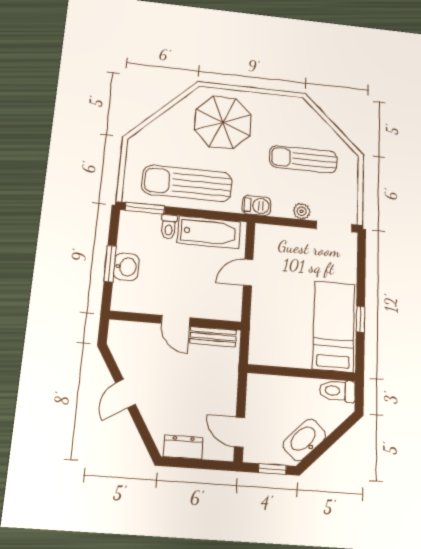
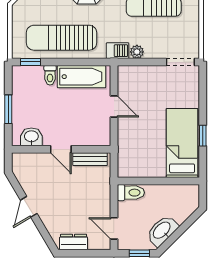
window: (145, 208) -> (30, 62), width x0.67
plant: (302, 211) -> (137, 52), moved
washbasin: (126, 267) -> (31, 137), moved, turned -90
door: (248, 273) -> (114, 106), swing flipped
toilet: (337, 391) -> (131, 193), moved, turned 180

